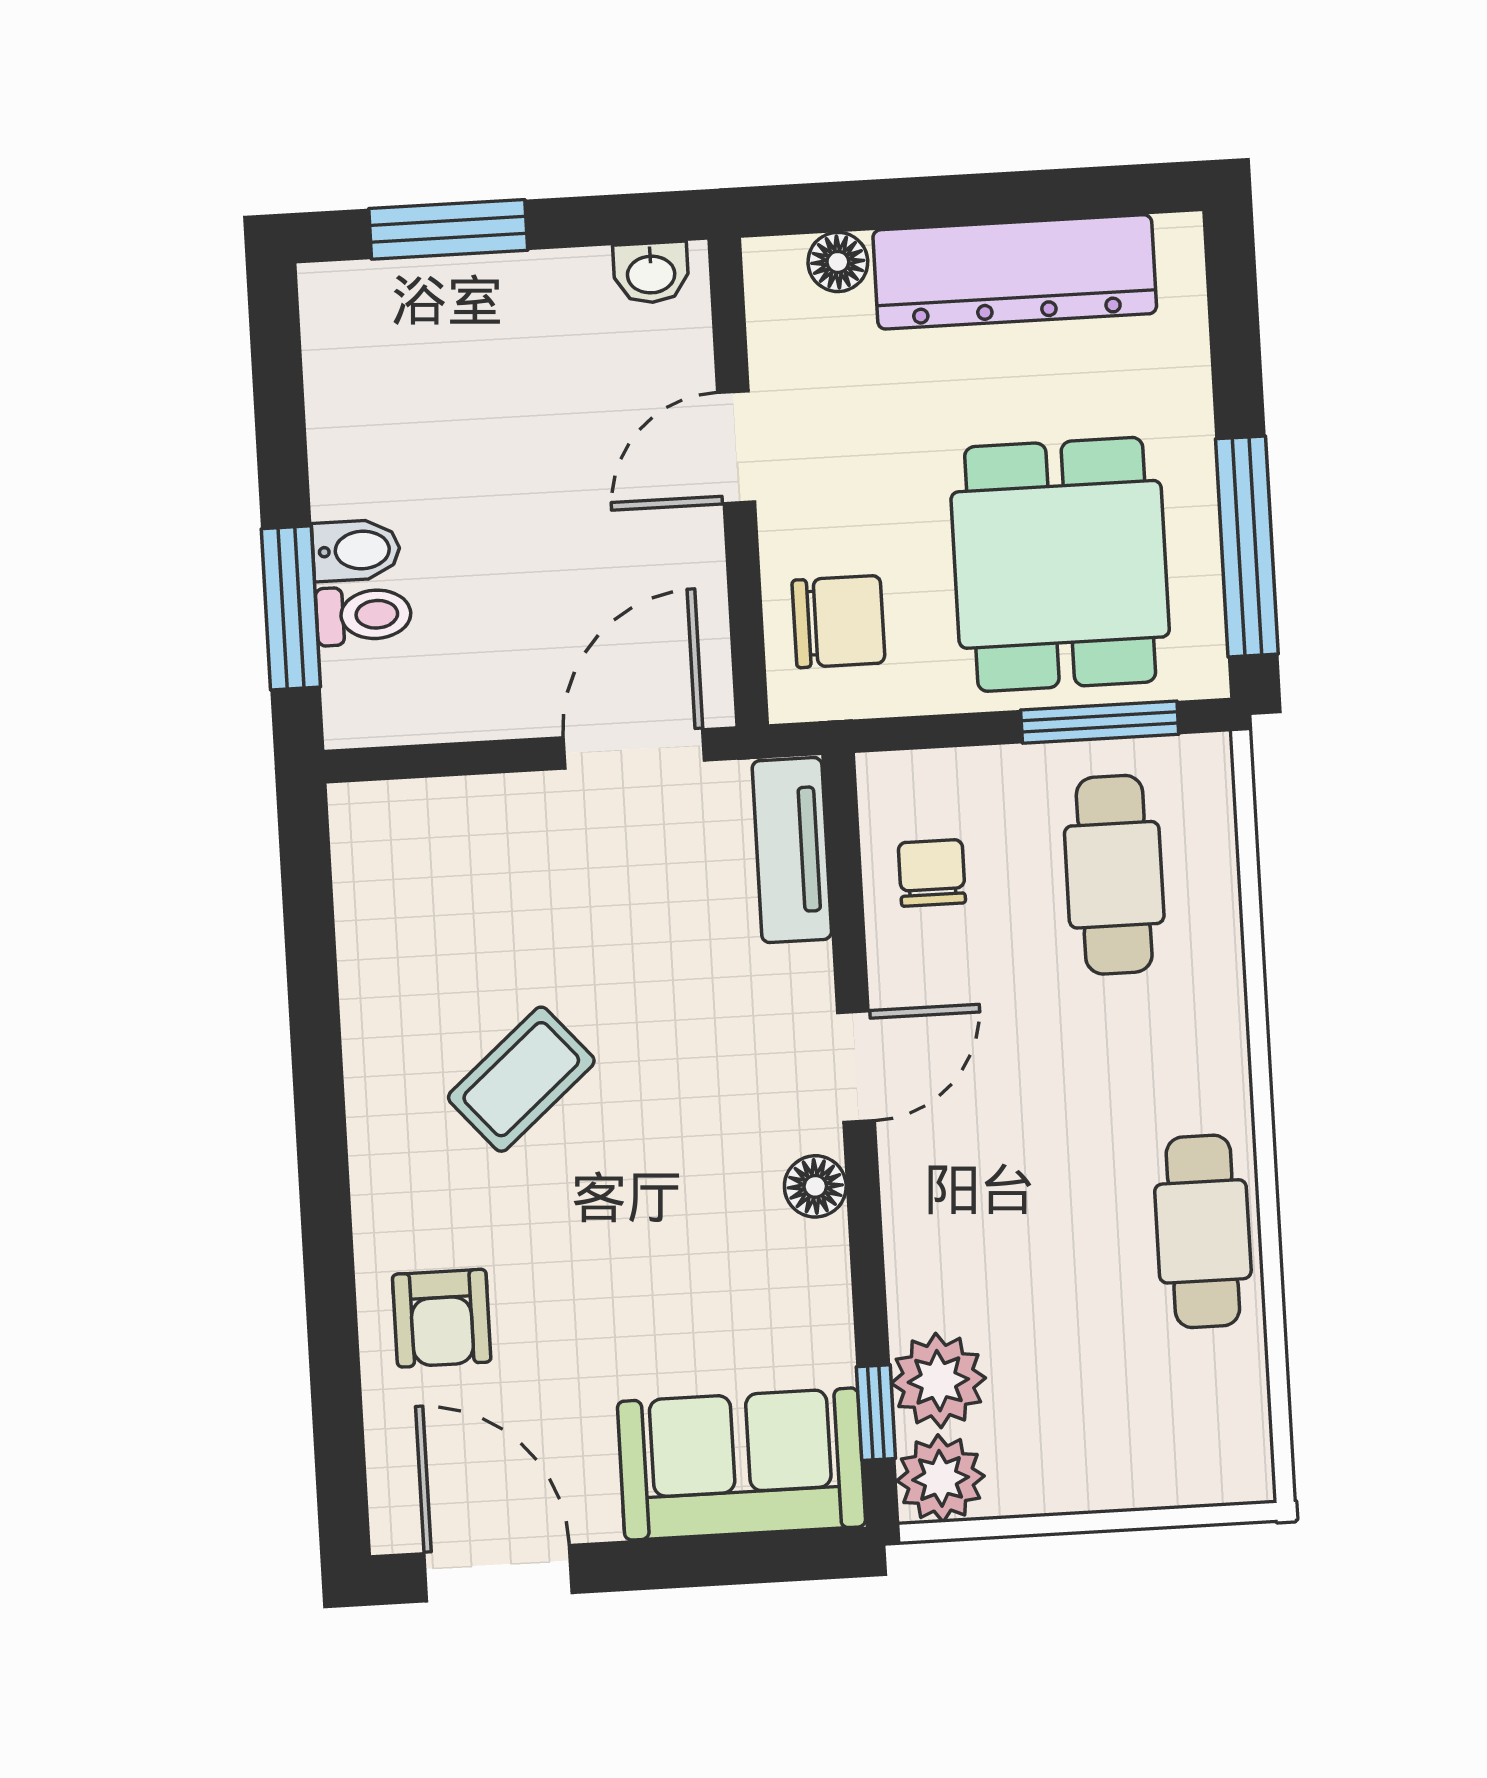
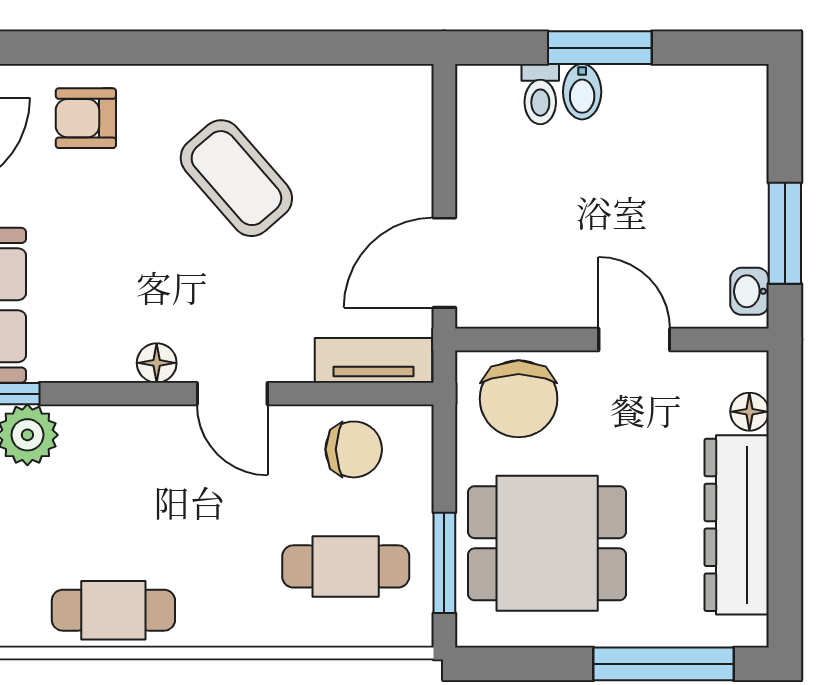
window: (448, 229) -> (785, 233), moved
window: (1247, 546) -> (664, 664), moved
window: (291, 608) -> (600, 48), moved
chair: (838, 622) -> (519, 399), width x1.37, depth x1.37
door: (634, 749) -> (444, 263), swing flipped
chair: (932, 873) -> (354, 449), width x1.37, depth x1.37
coffee table: (521, 1079) -> (236, 178), width x1.36, depth x1.30

